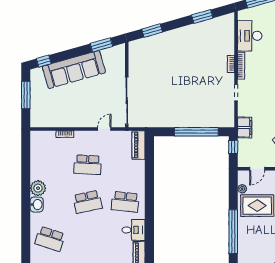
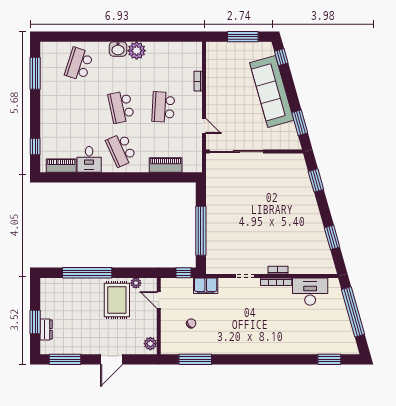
piano: (139, 145) -> (166, 165), moved
school desk: (125, 202) -> (121, 150), turned -30

